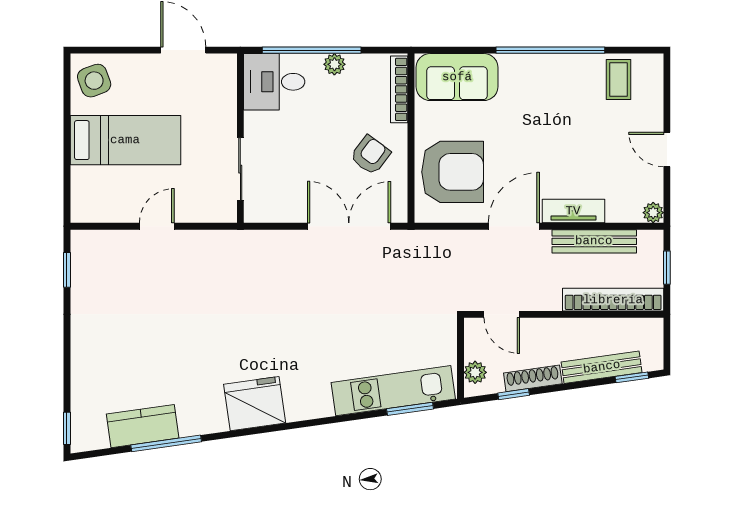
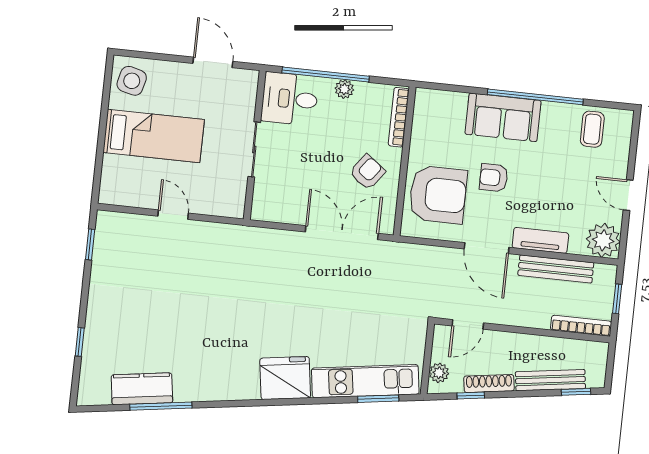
sofa: (457, 77) -> (503, 117), moved
side table: (94, 81) -> (132, 81), turned 34
armchair: (513, 146) -> (494, 178), added
sliding door: (240, 169) -> (254, 149), moved
plant: (653, 213) -> (603, 240), width x1.88, depth x1.88
door: (157, 226) -> (173, 215), hinge flipped
door: (514, 226) -> (487, 248), swing flipped
bookcase: (613, 300) -> (581, 326), width x0.68, depth x0.76
door: (502, 314) -> (468, 324), hinge flipped
fridge: (255, 404) -> (285, 378), moved
window: (67, 428) -> (80, 342), moved

